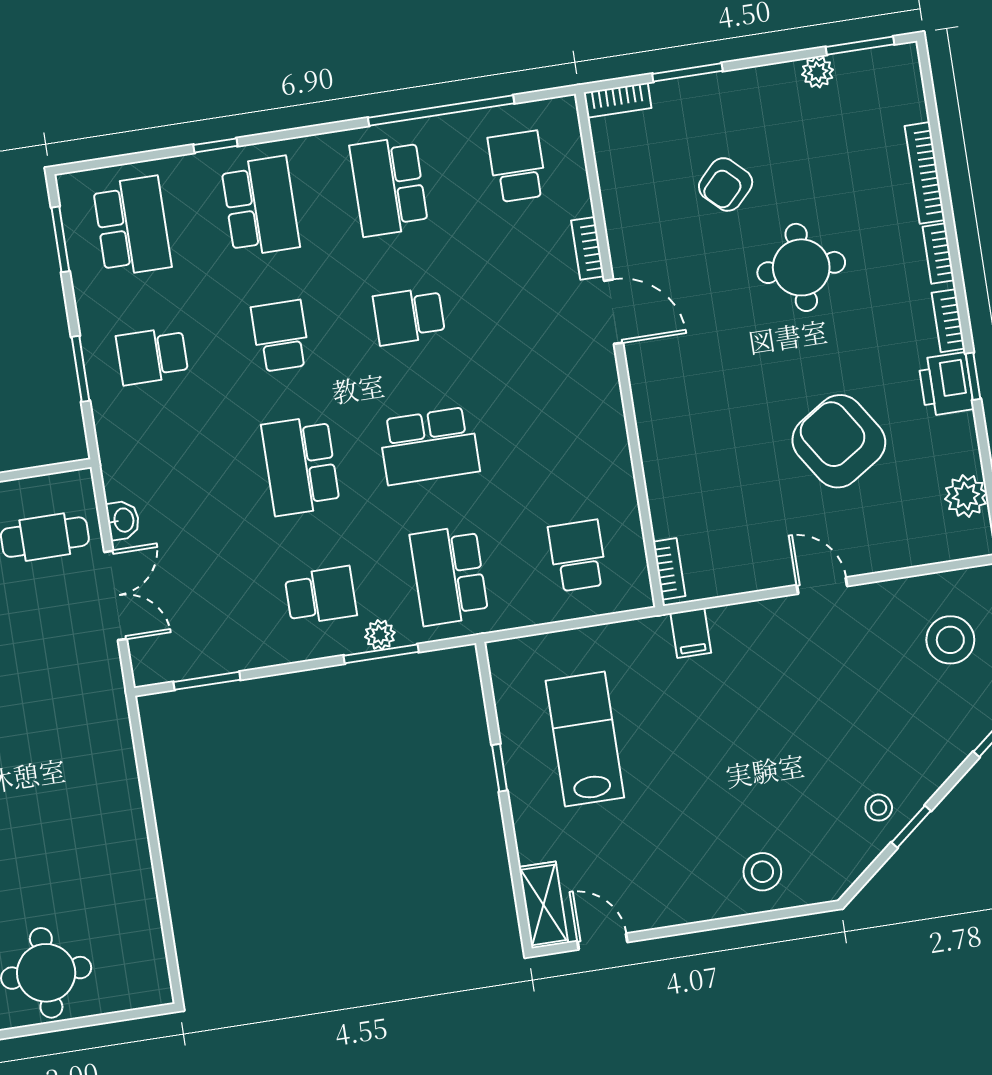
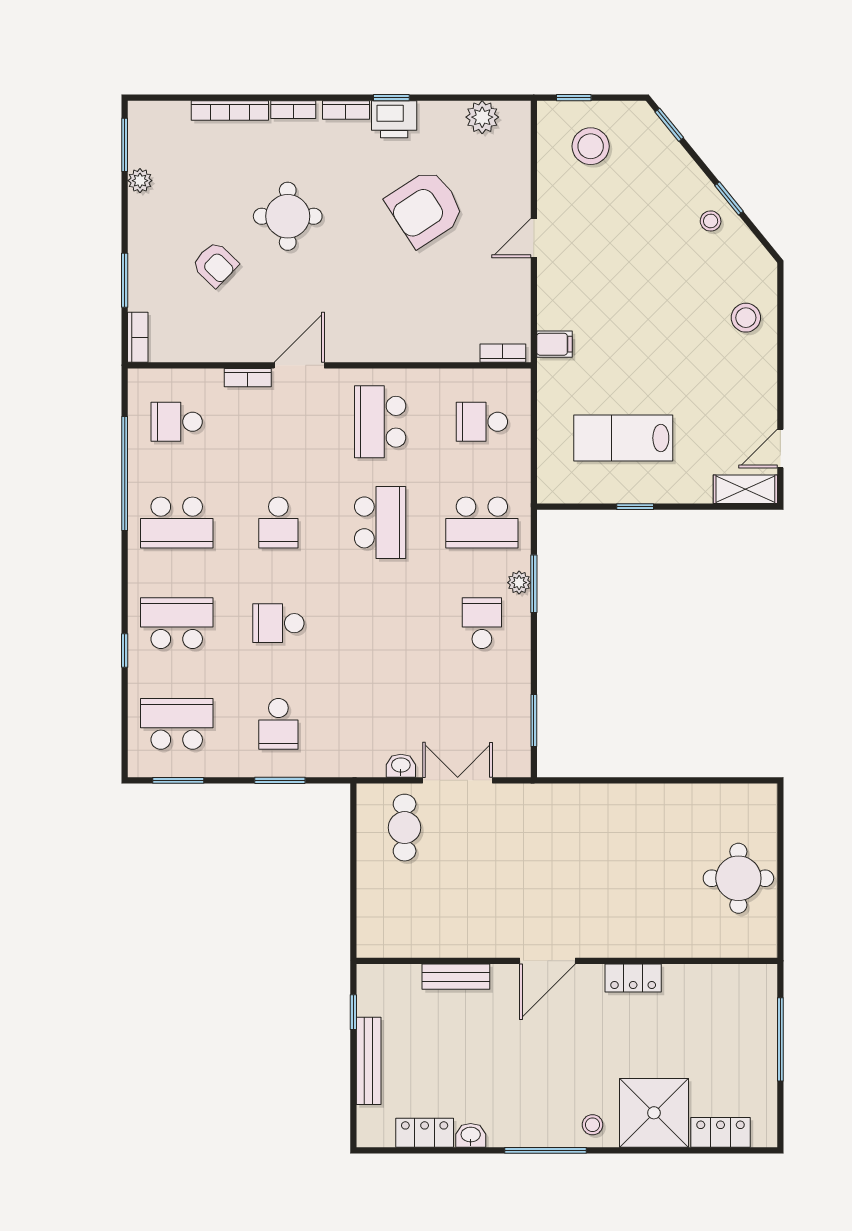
school desk: (301, 466) -> (380, 422), moved, turned 90

